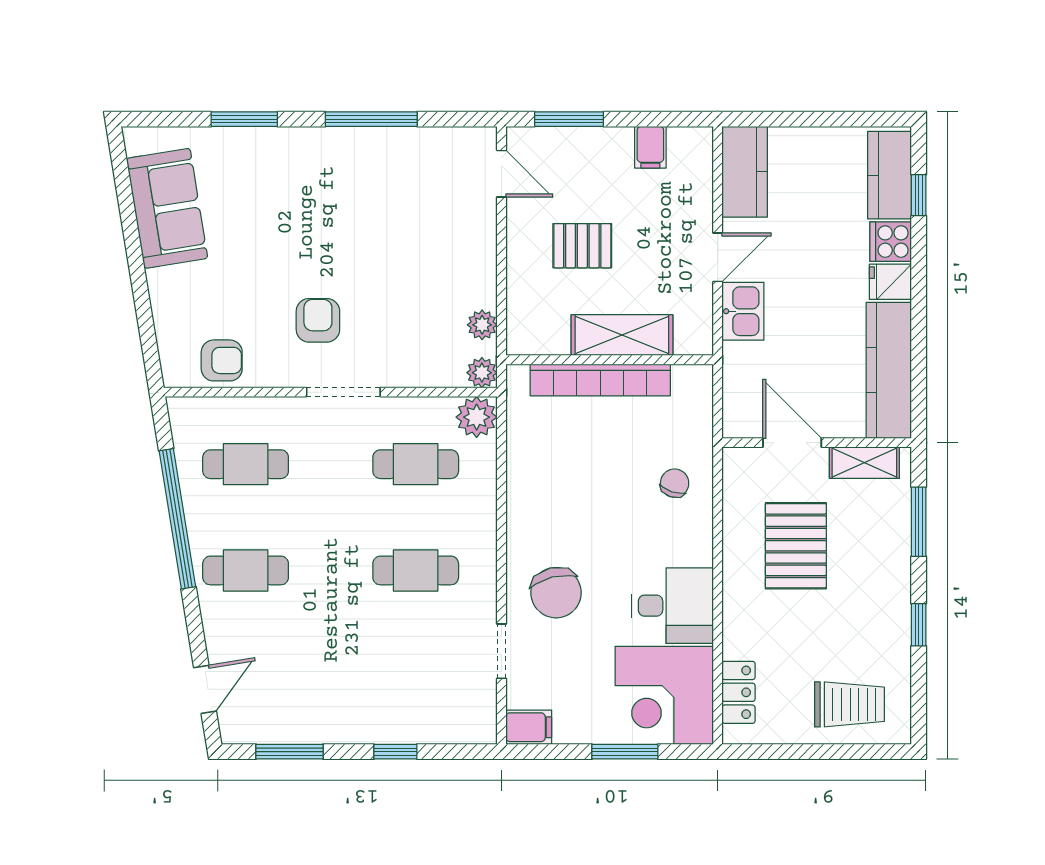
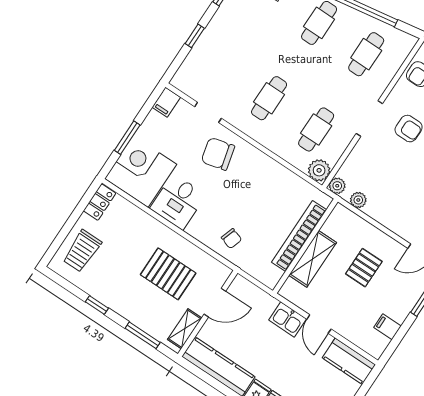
locker: (738, 692) -> (100, 202), moved, turned -90

